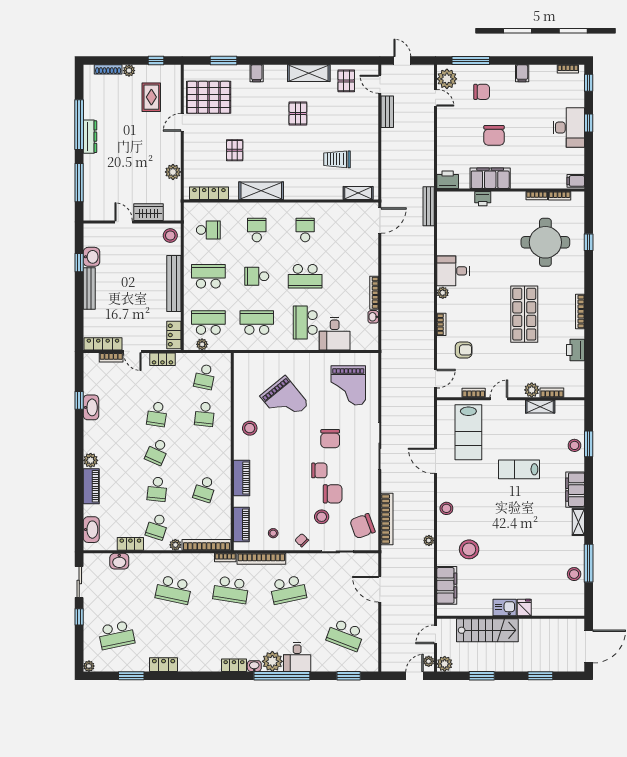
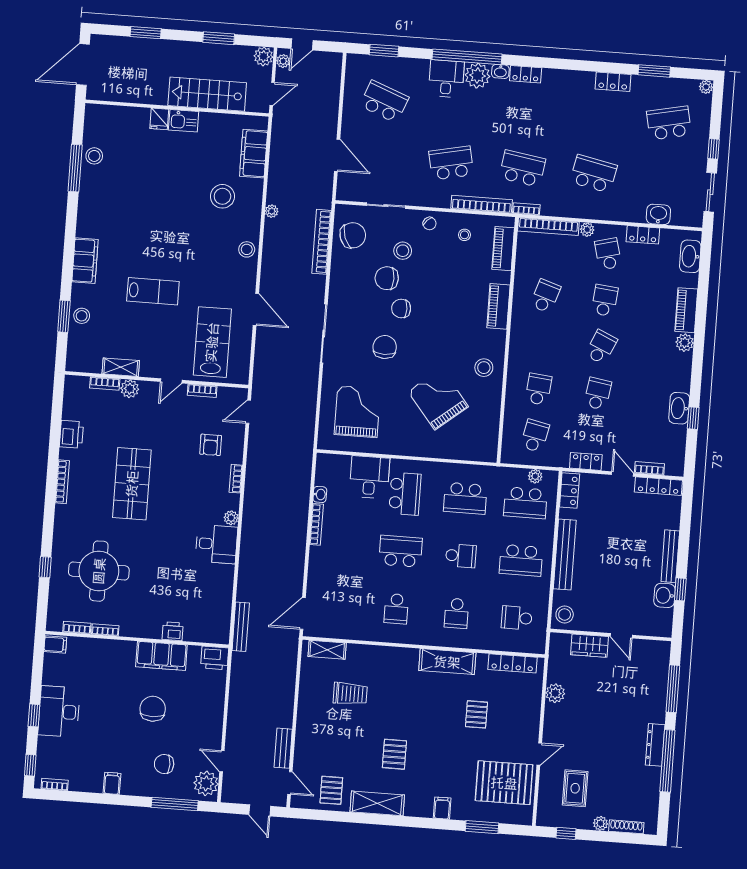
armchair: (464, 350) -> (211, 445), turned -90
shelving: (578, 522) -> (84, 220), removed
school desk: (157, 527) -> (608, 254), turned -33

